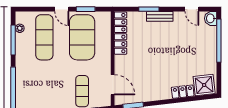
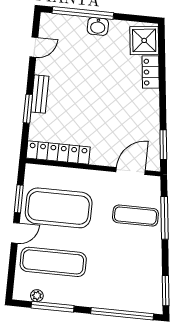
washbasin: (211, 18) -> (98, 26), moved

